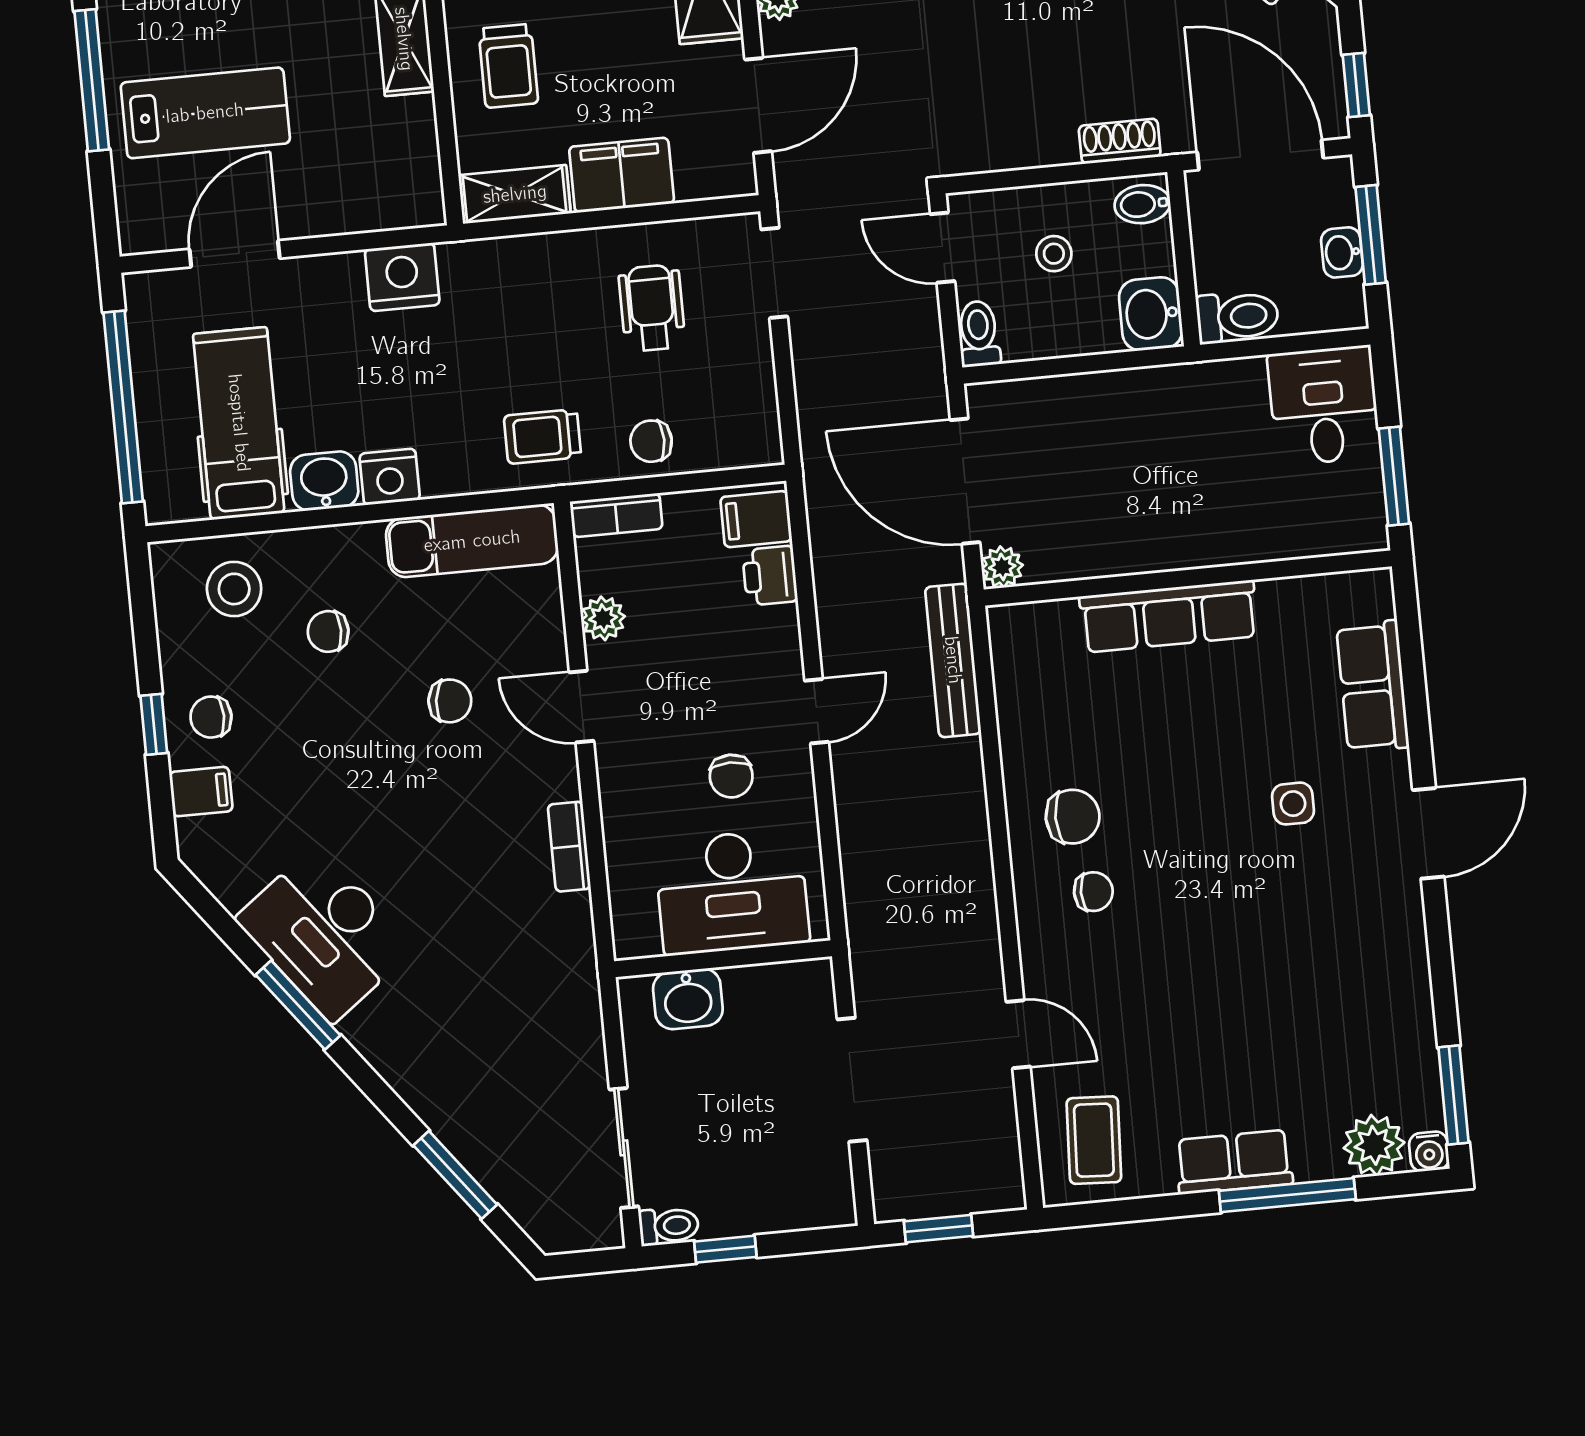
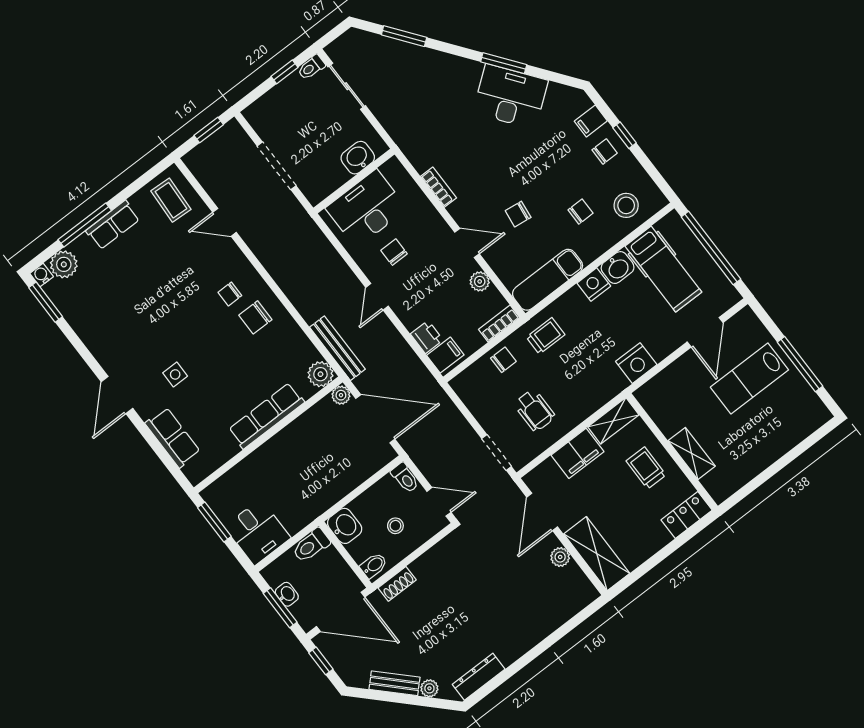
plant: (1016, 631) -> (320, 374), added

